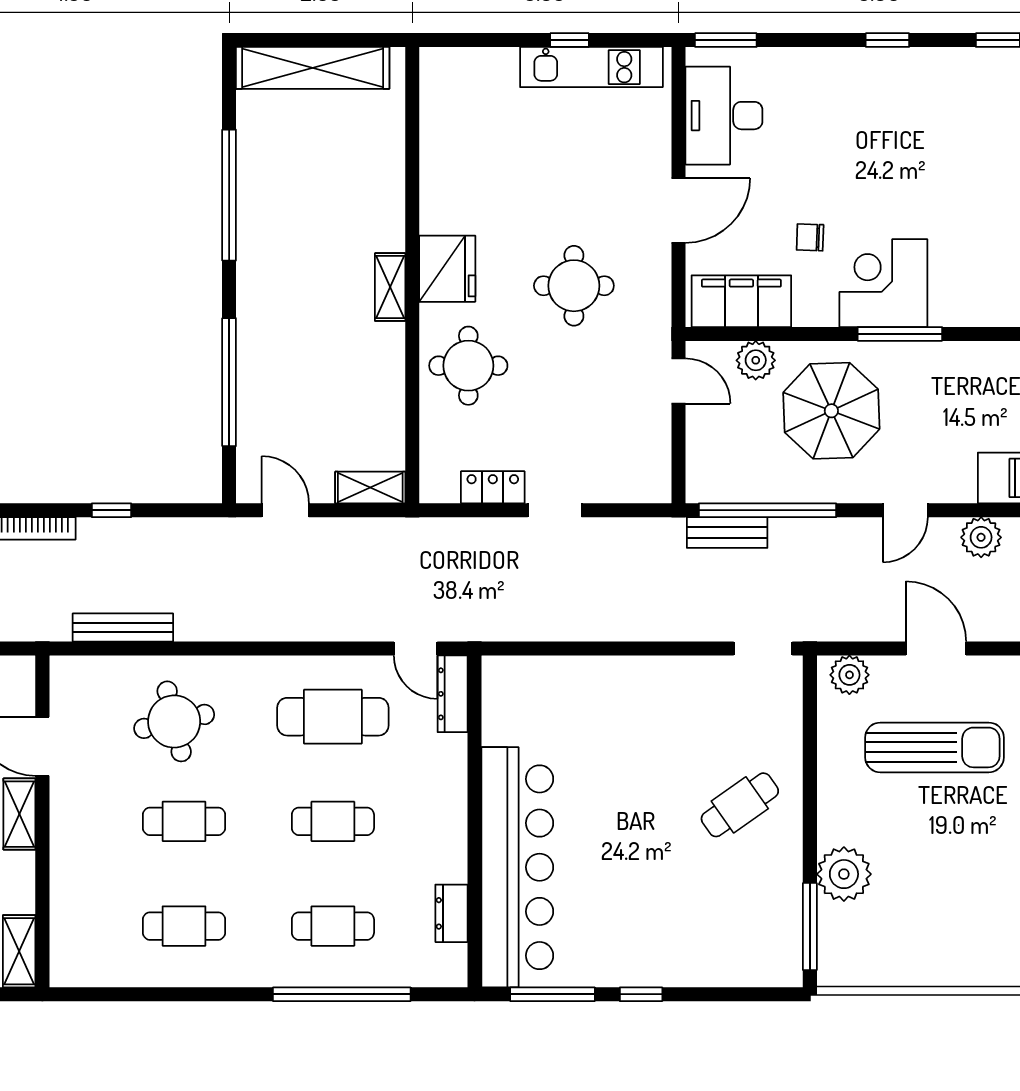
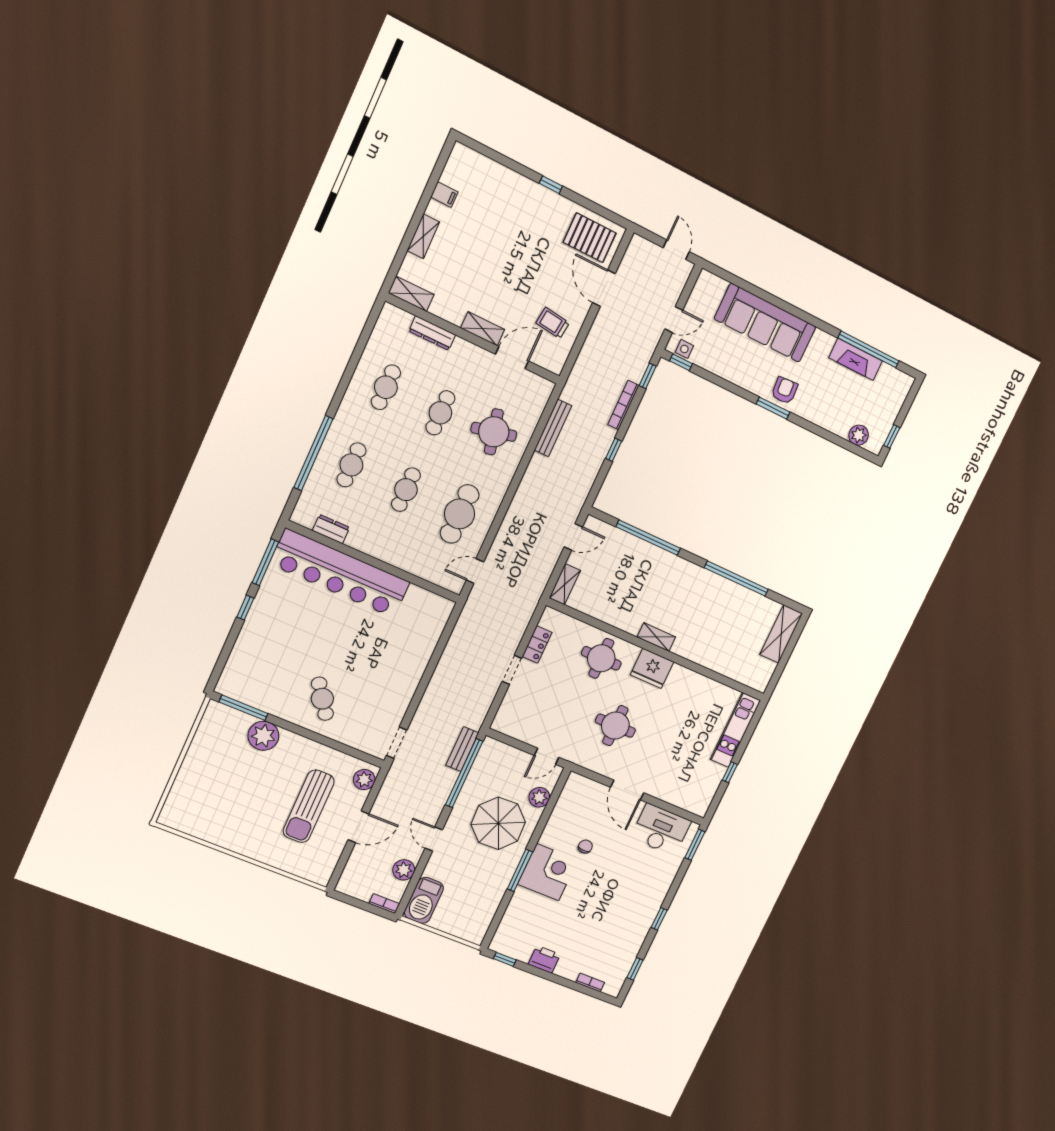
kitchen unit: (591, 67) -> (735, 730), moved
shelving: (313, 68) -> (781, 634), width x0.68
filing cabinet: (741, 301) -> (571, 802), removed
dresser: (453, 694) -> (432, 333), moved, turned 180

